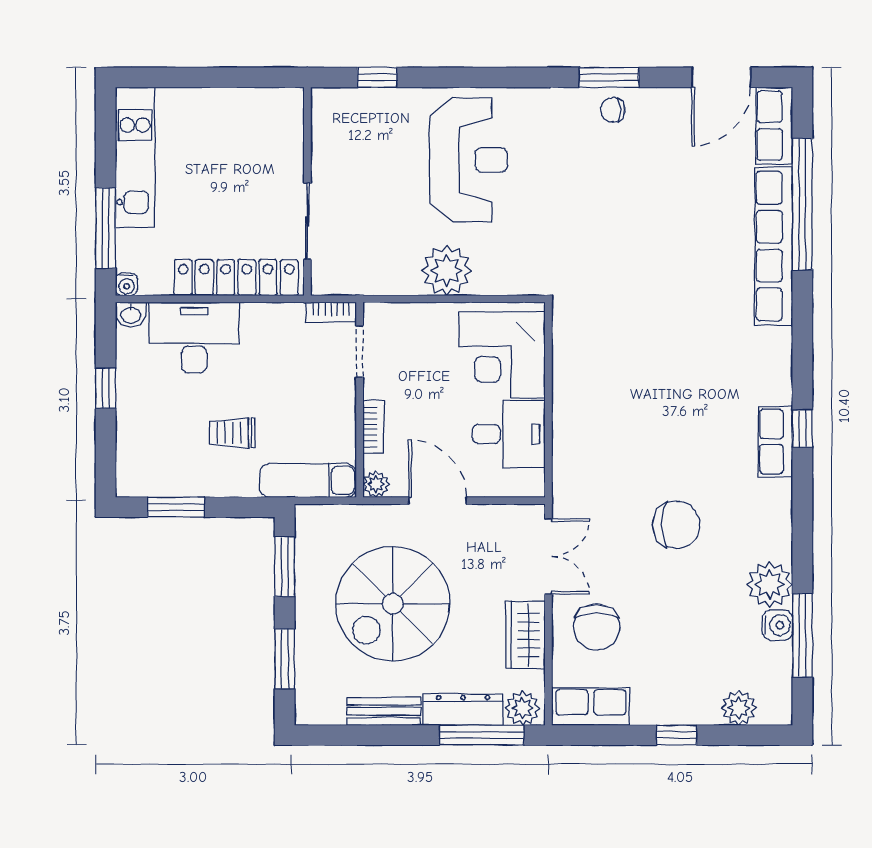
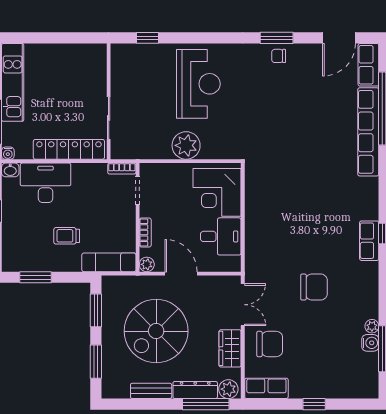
plant: (770, 584) -> (372, 326), width x0.53, depth x0.53
chair: (597, 627) -> (270, 344), turned -90
plant: (739, 708) -> (349, 389), removed

